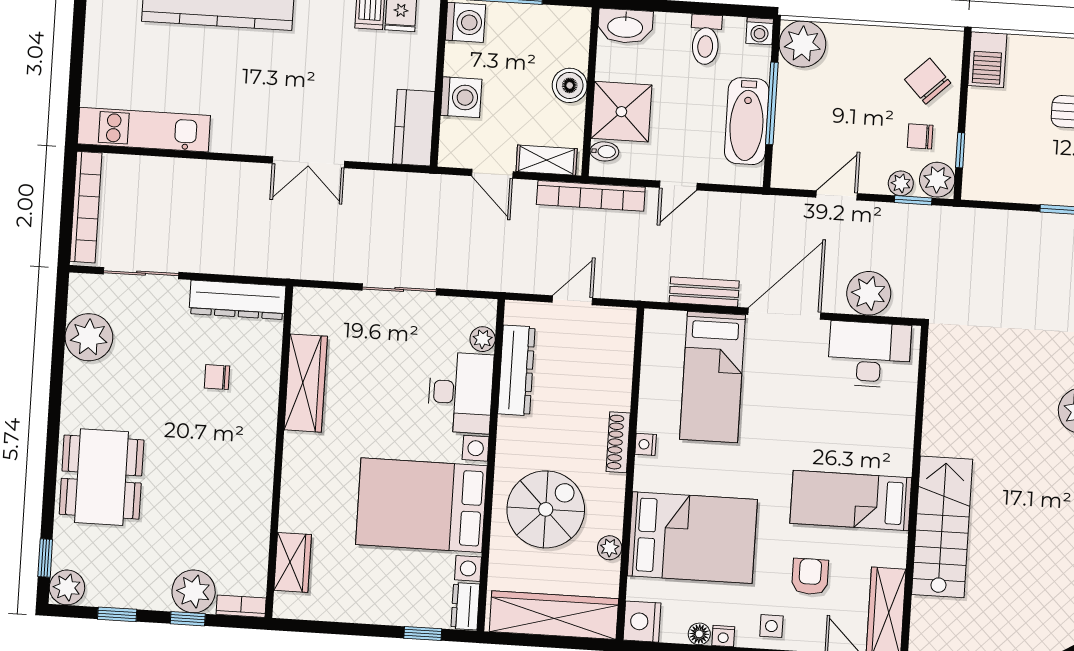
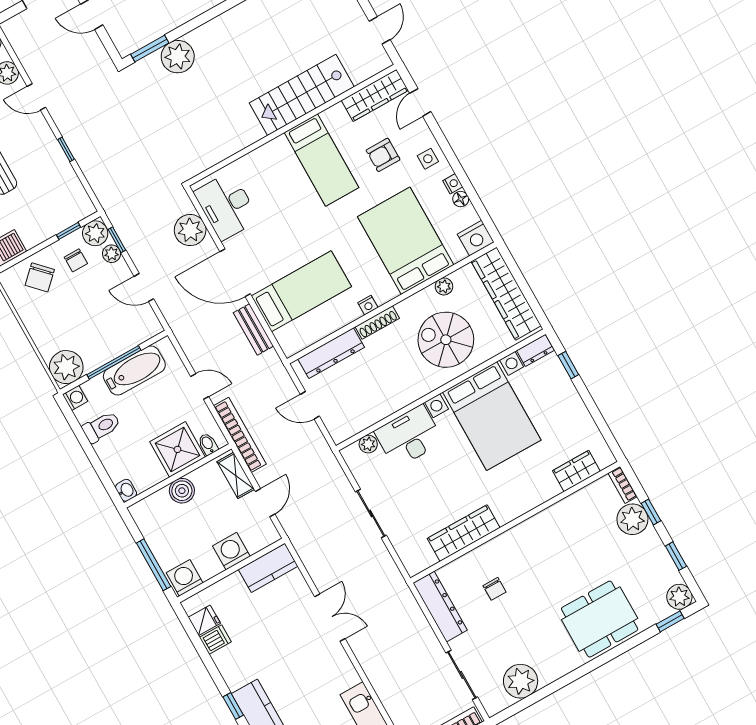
washbasin: (625, 26) -> (126, 490), width x0.52, depth x0.69
dresser: (516, 370) -> (331, 353), moved, turned 180

